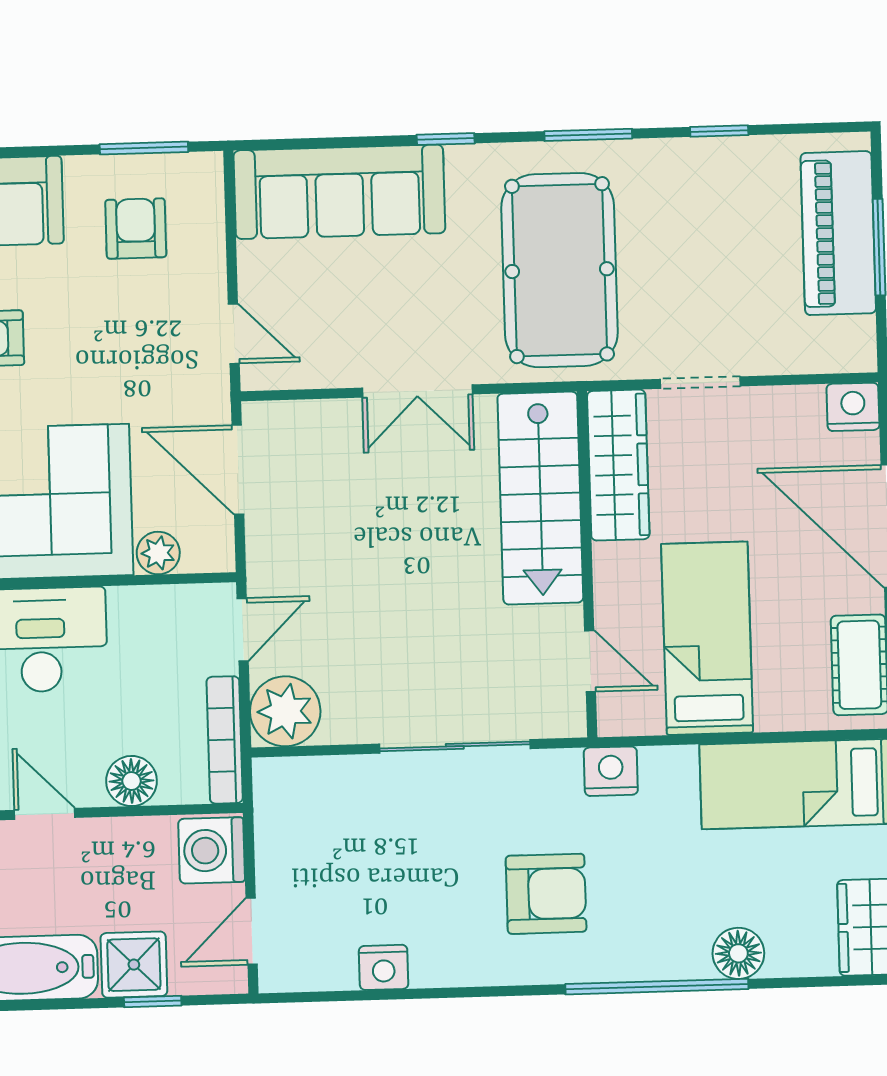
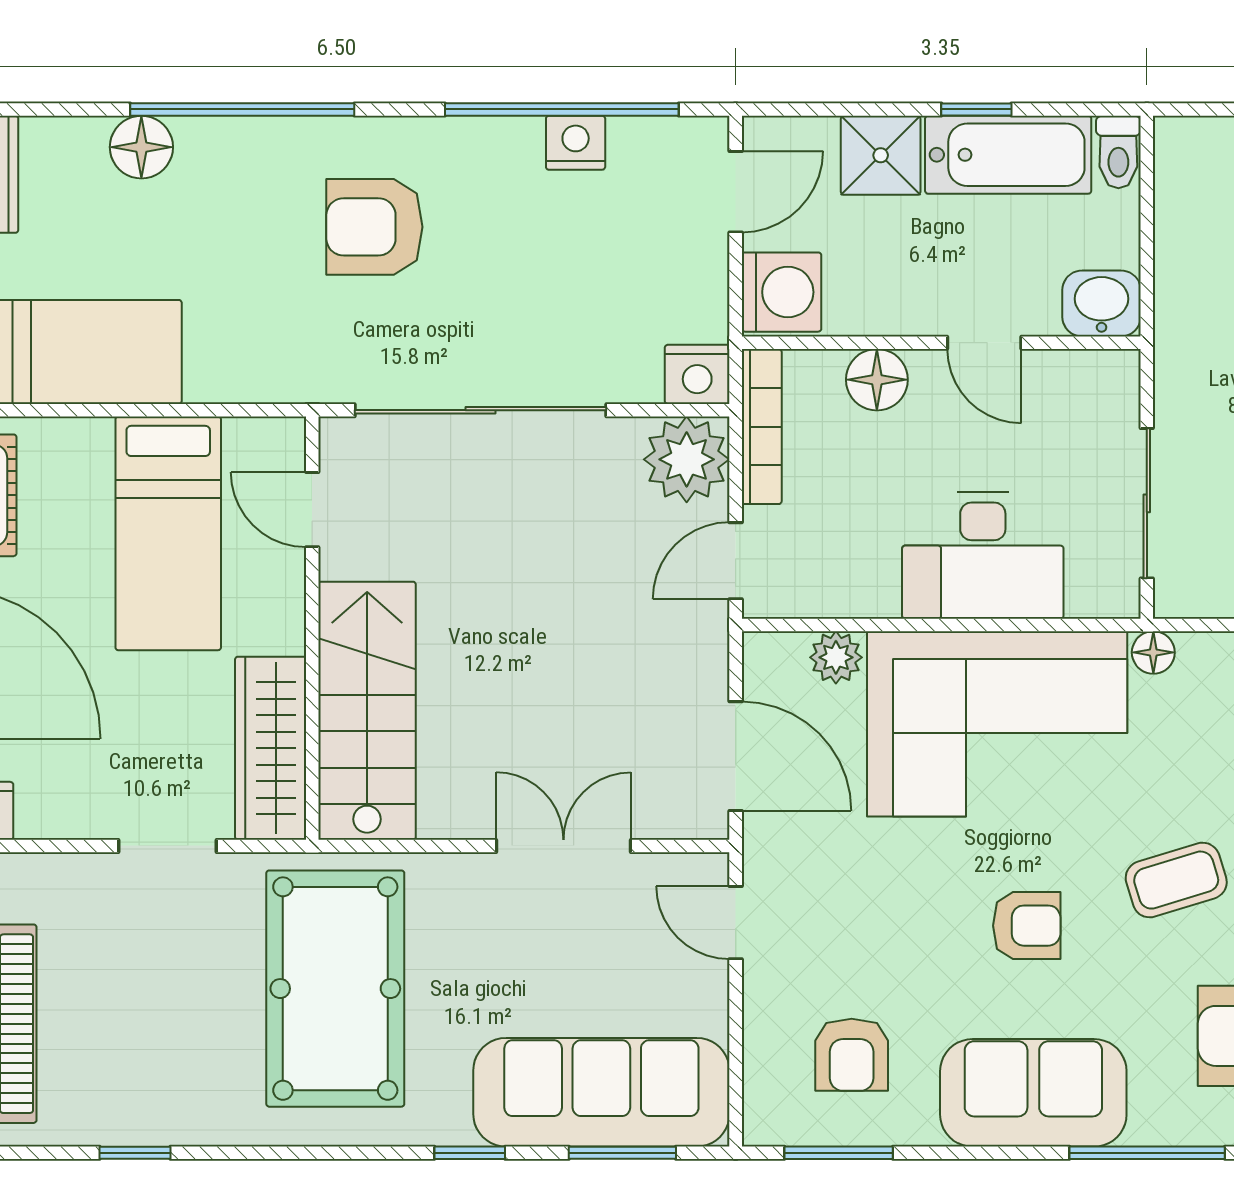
window: (588, 135) -> (622, 1153), moved
double door: (417, 391) -> (564, 846), moved
sliding door: (455, 746) -> (480, 410), width x1.36
nightstand: (611, 771) -> (697, 374), moved
window: (396, 994) -> (562, 109), added
window: (153, 1001) -> (976, 109), moved

